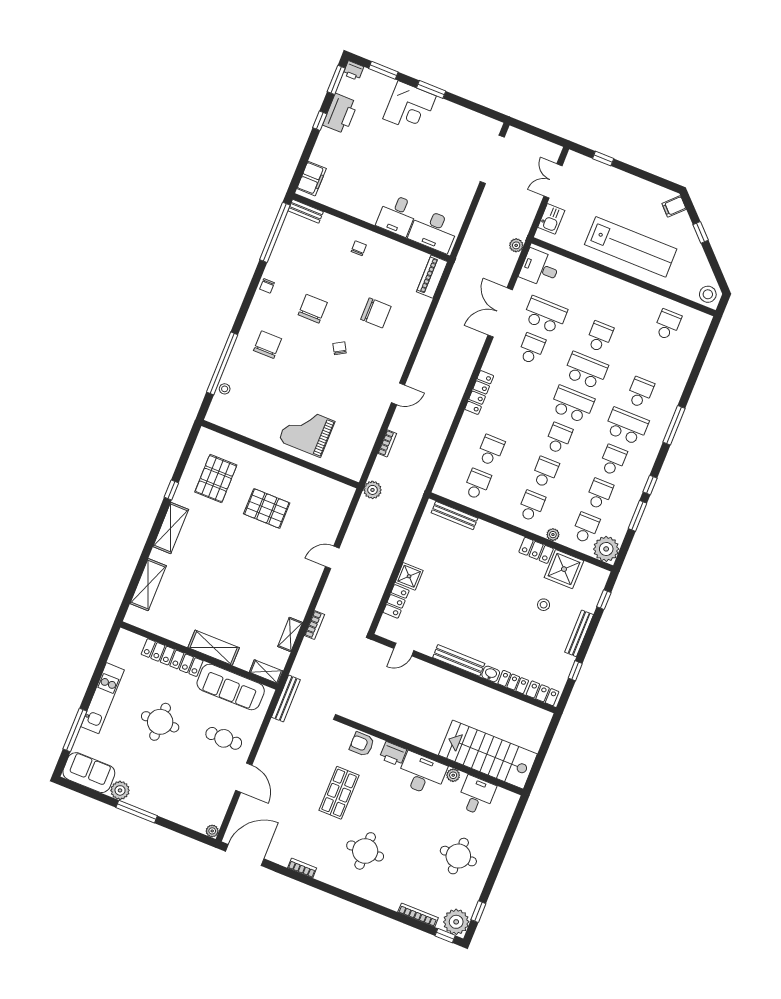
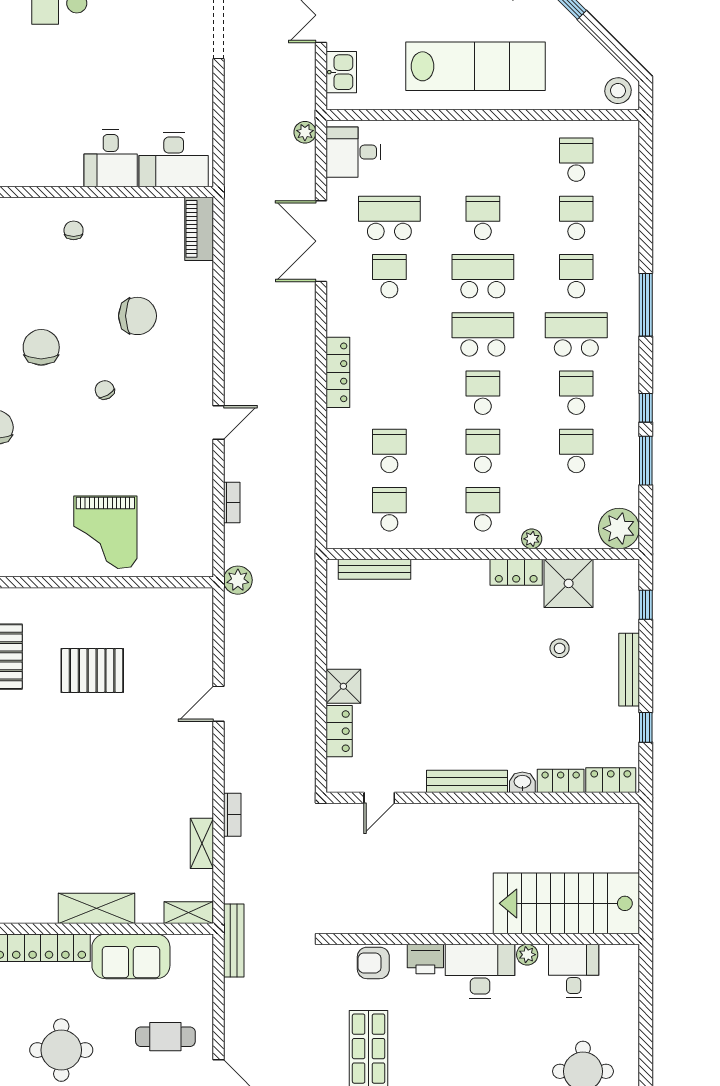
grand piano: (307, 431) -> (105, 532), turned -90
school desk: (586, 528) -> (576, 218), moved
sofa: (231, 687) -> (131, 956), width x0.73

